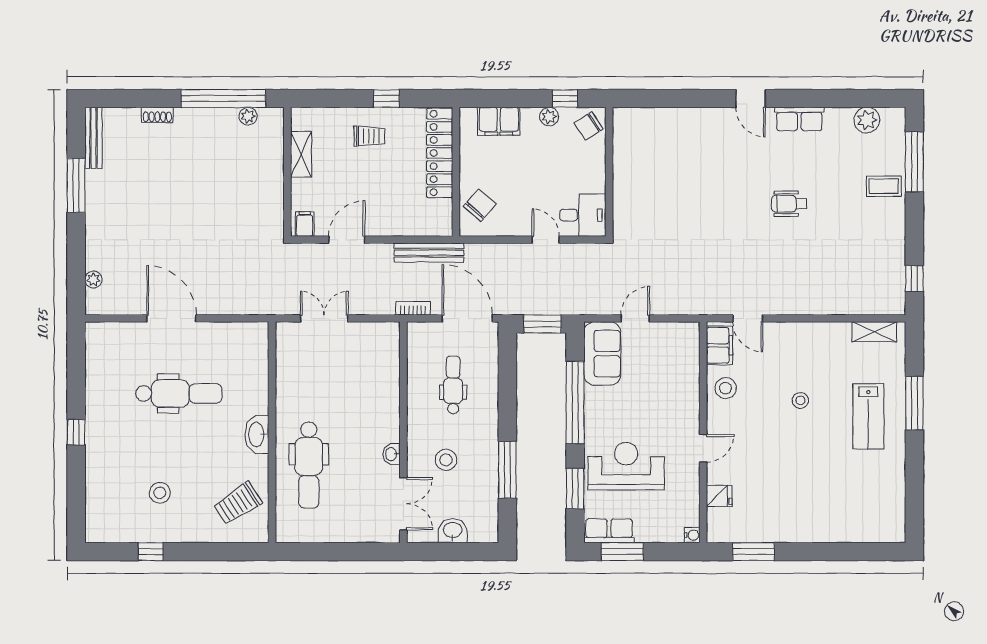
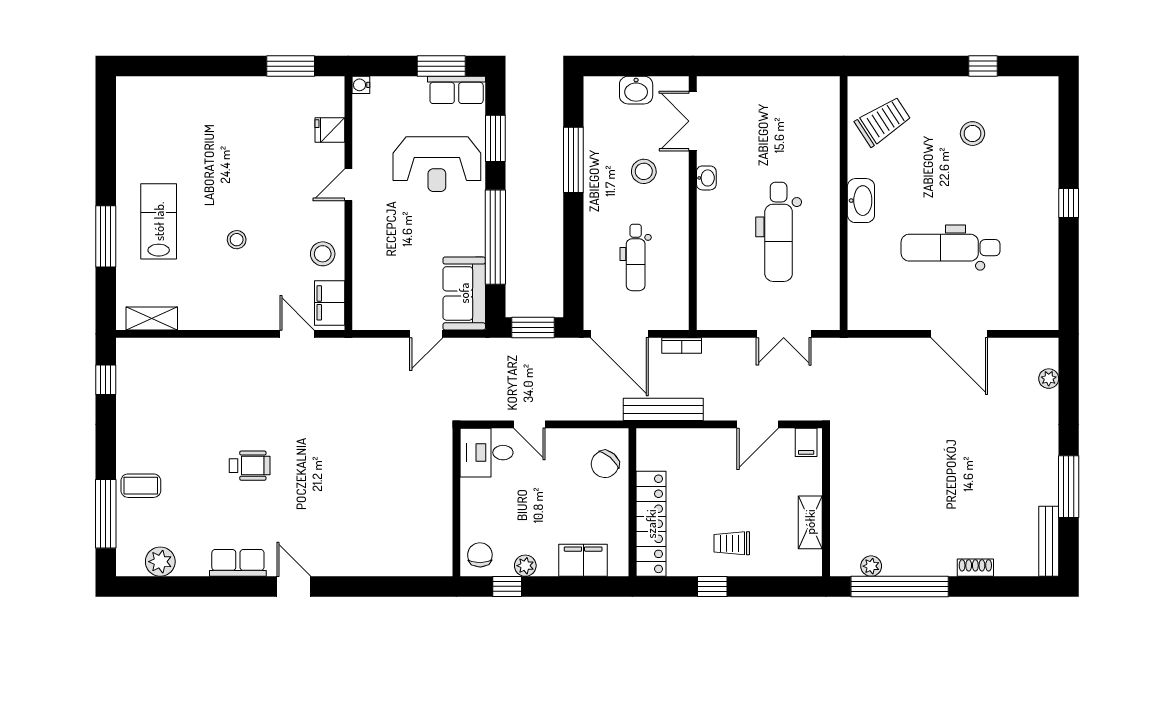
chair: (589, 126) -> (480, 555), turned -58
dental chair: (309, 465) -> (779, 232), moved, turned 180

